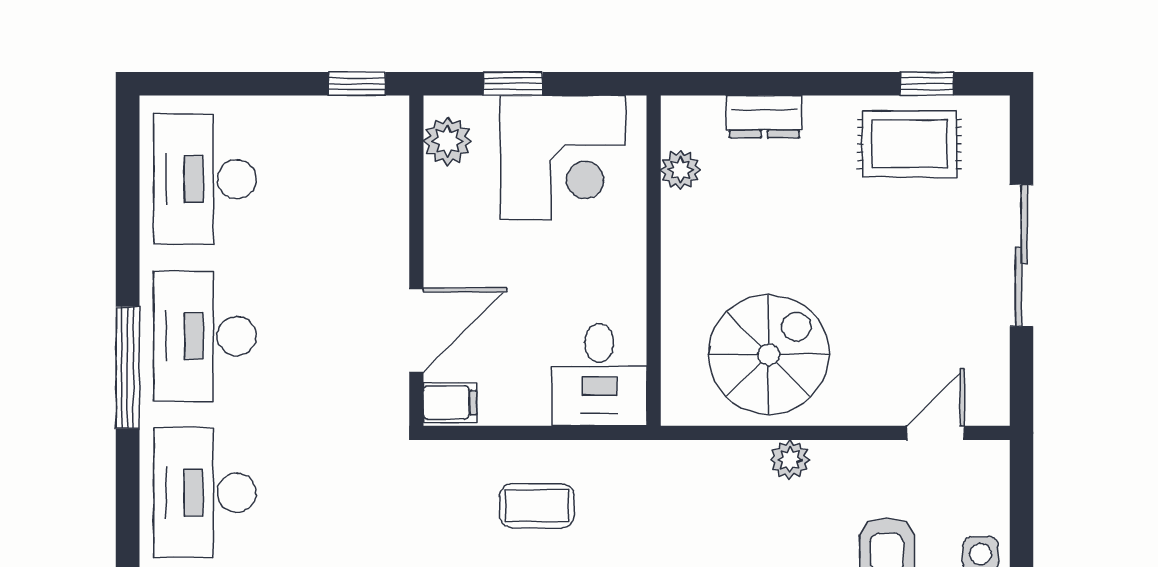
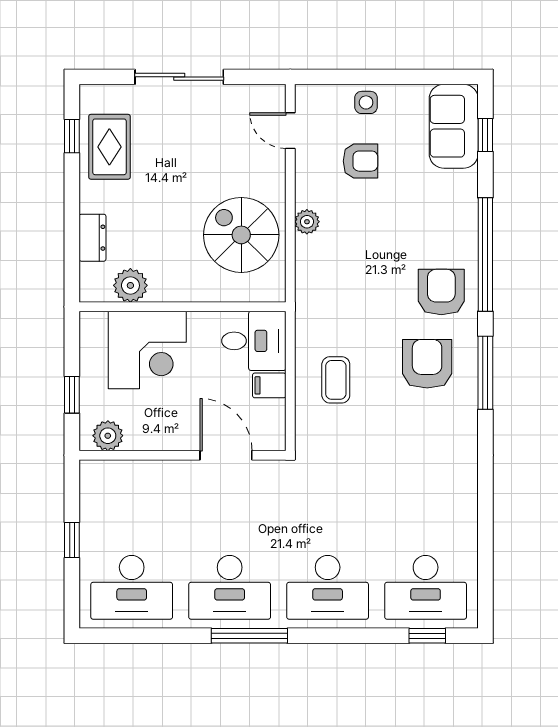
window: (357, 84) -> (72, 540), moved
corner desk: (563, 158) -> (147, 350), moved, turned 90
plant: (680, 170) -> (130, 285), width x1.38, depth x1.38
filing cabinet: (450, 403) -> (269, 385), moved, turned -90

